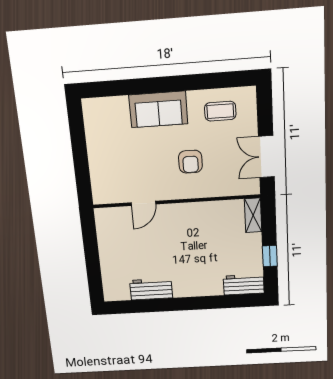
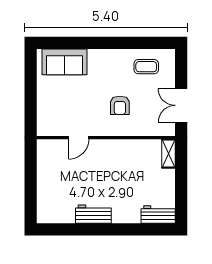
sofa: (158, 109) -> (64, 62), moved
window: (270, 256) -> (181, 190), removed
workbench: (151, 289) -> (93, 214), moved

